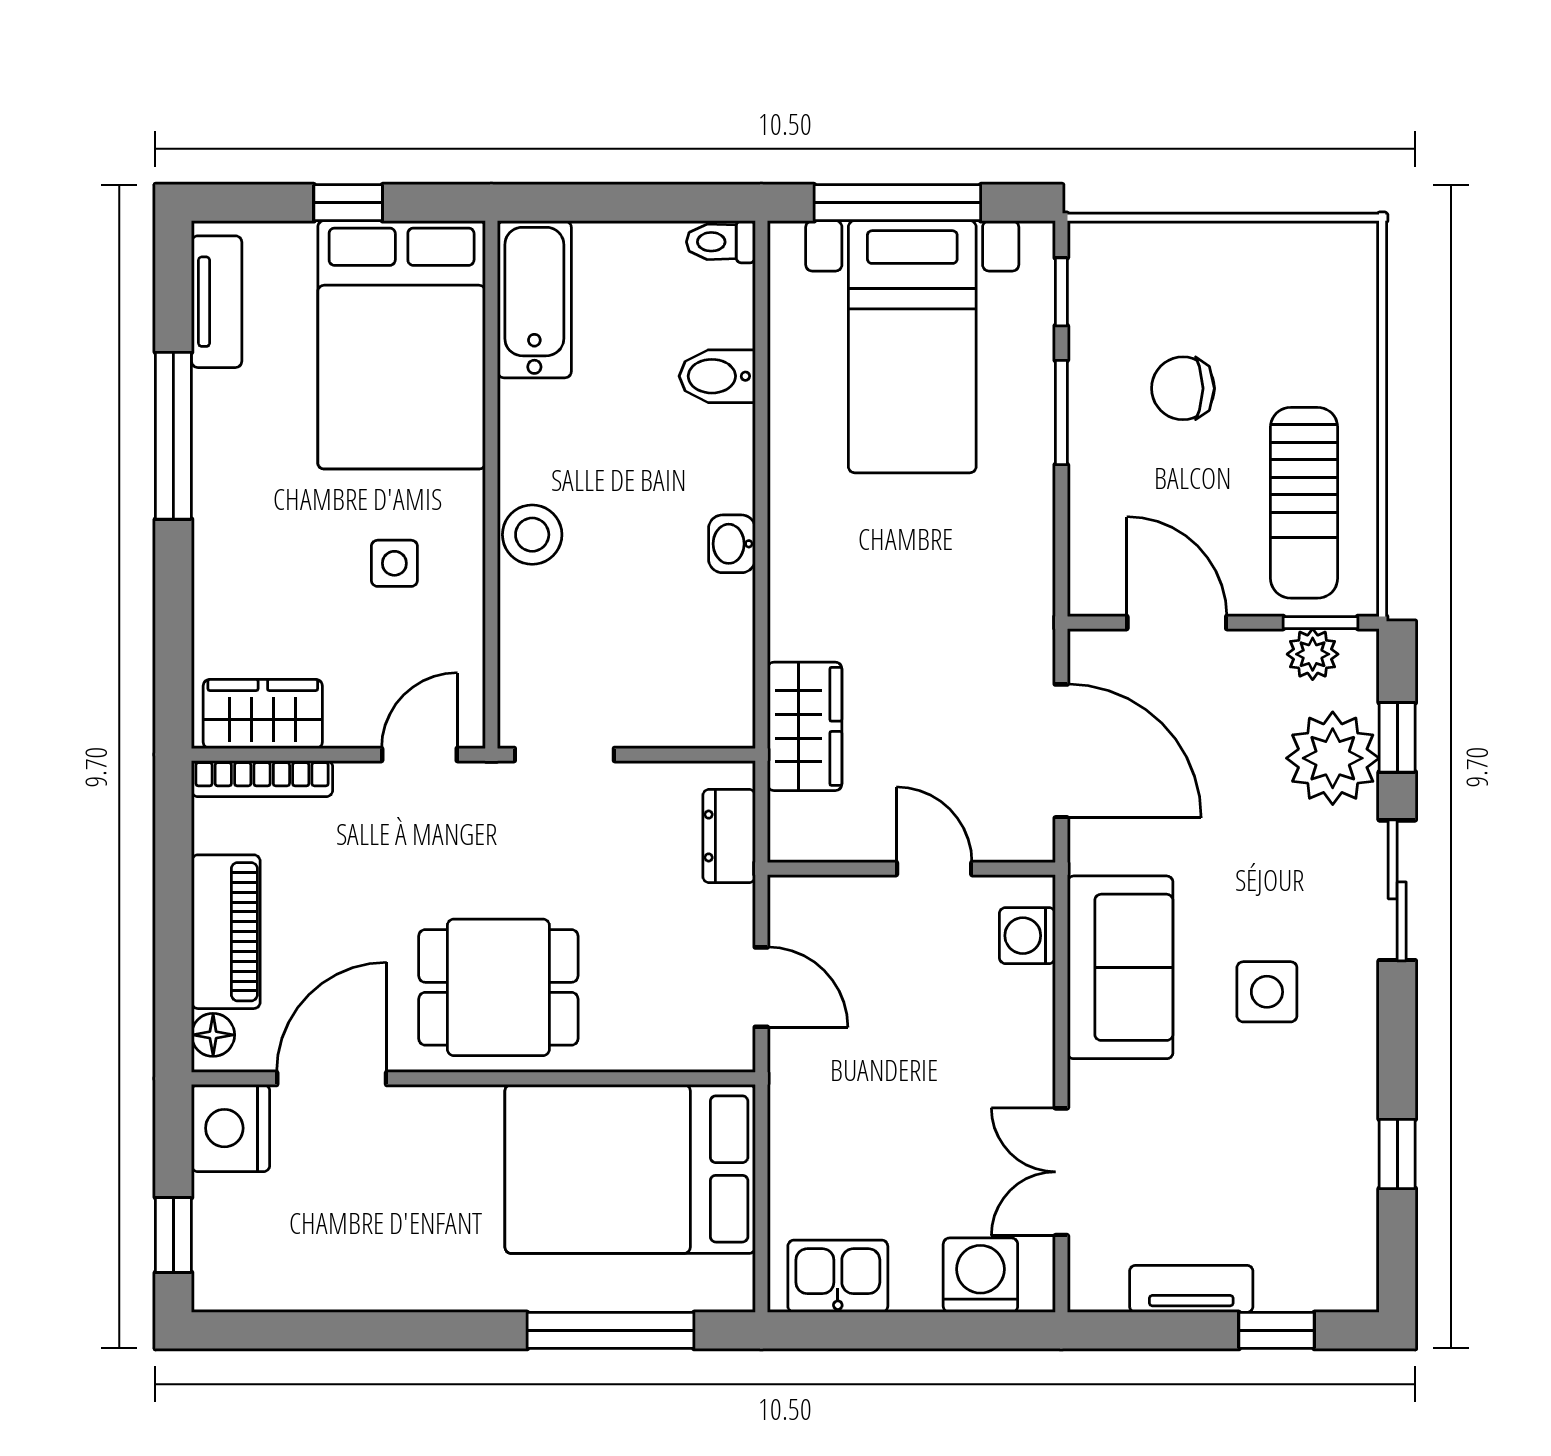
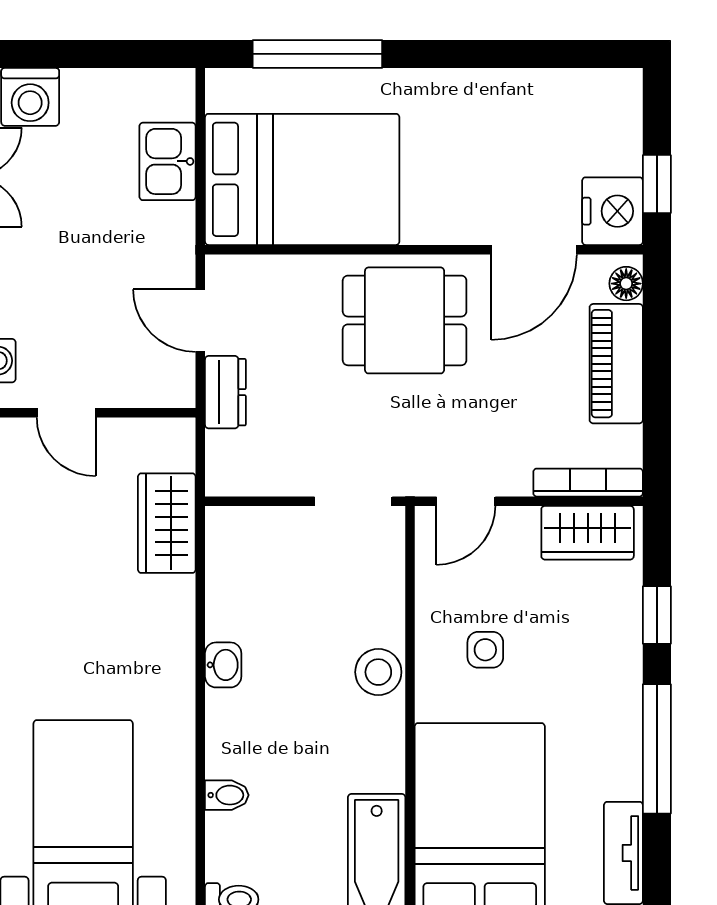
bidet: (717, 376) -> (227, 795), width x0.72, depth x0.74
window: (173, 608) -> (657, 615), added
dresser: (729, 836) -> (225, 392), moved
window: (173, 1235) -> (657, 184), moved
kitchen sink: (838, 1276) -> (168, 161), moved, turned 90

